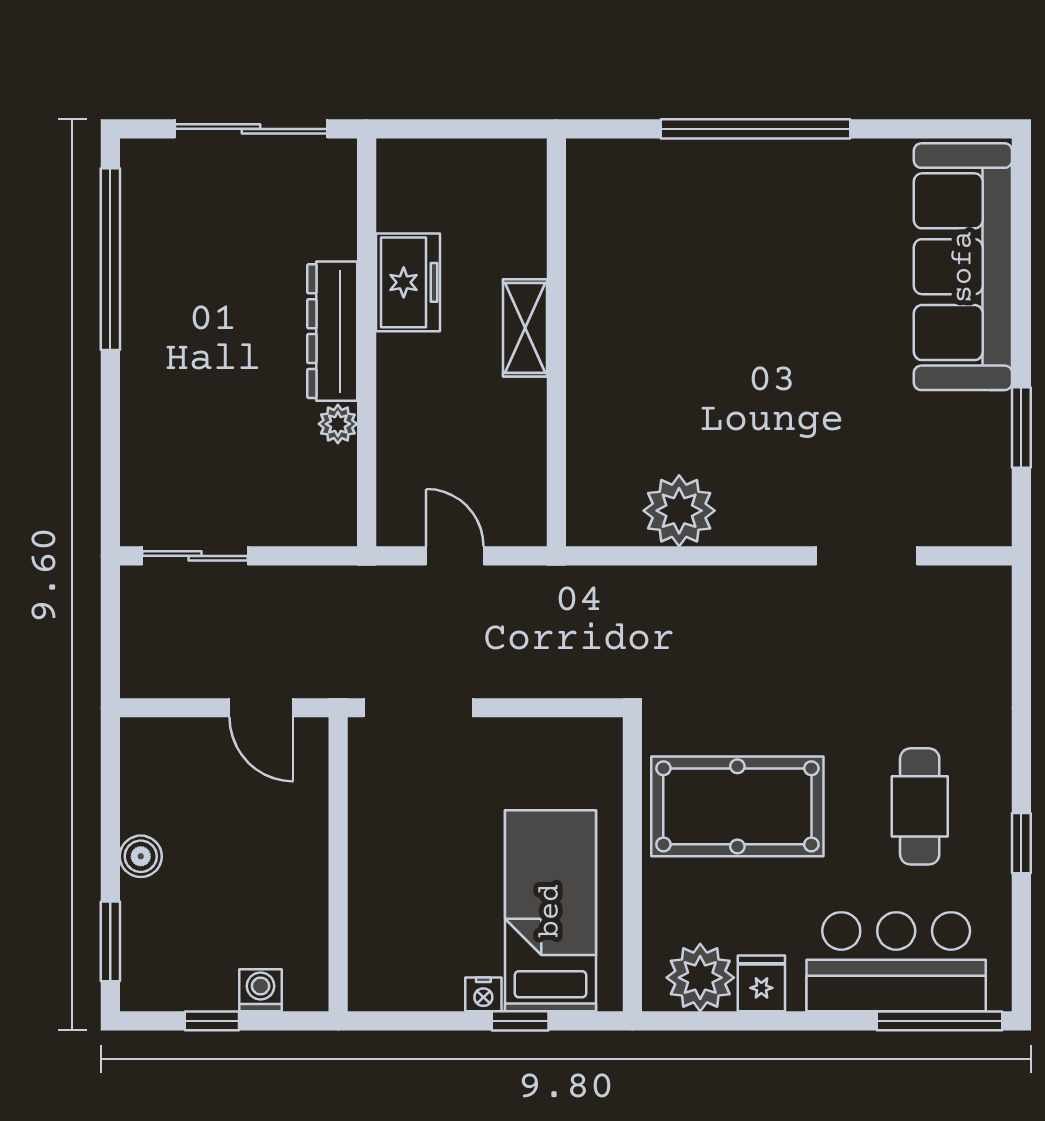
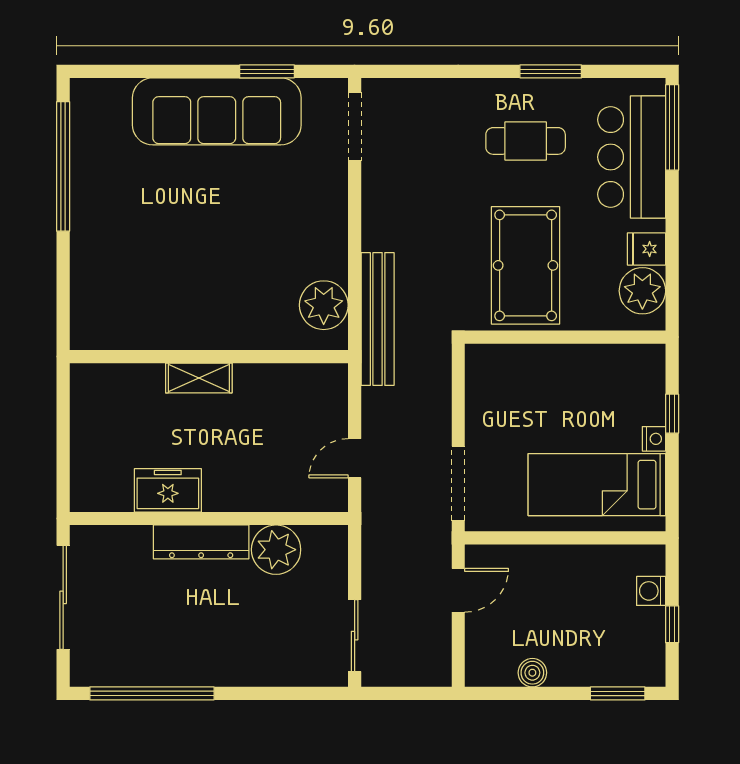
window: (756, 129) -> (63, 166), moved
sofa: (963, 267) -> (217, 111), moved
shelving: (525, 328) -> (199, 378), moved
wall: (556, 342) -> (209, 357), moved
plant: (338, 424) -> (276, 550), width x1.88, depth x1.88
doorway: (867, 556) -> (355, 127), moved
bench: (659, 590) -> (378, 319), added
window: (1021, 843) -> (551, 71), width x1.50
boiler: (141, 856) -> (532, 673), moved
bed: (550, 911) -> (597, 485), moved

